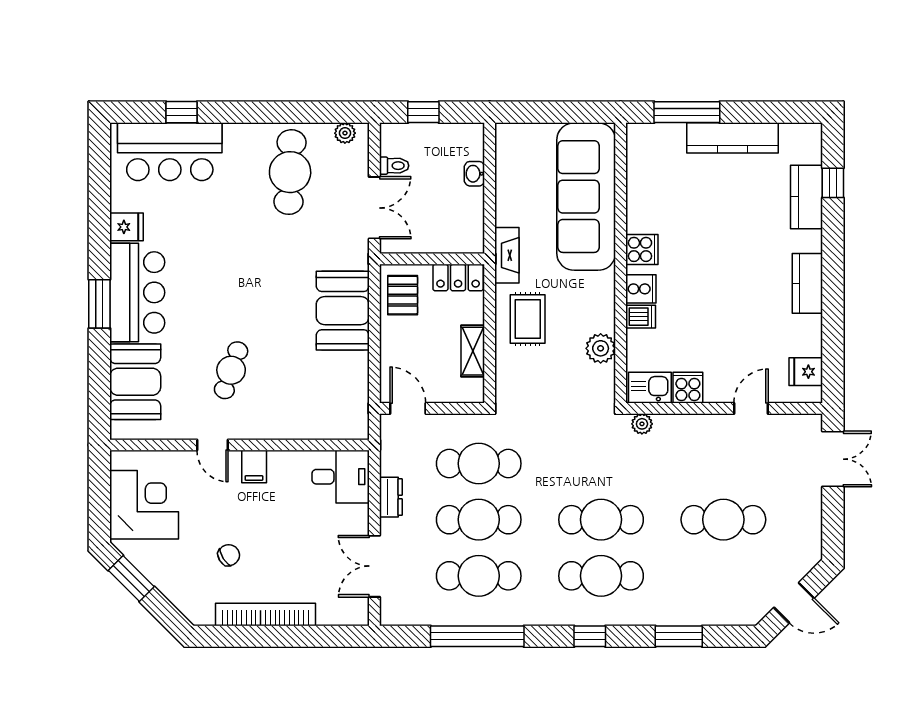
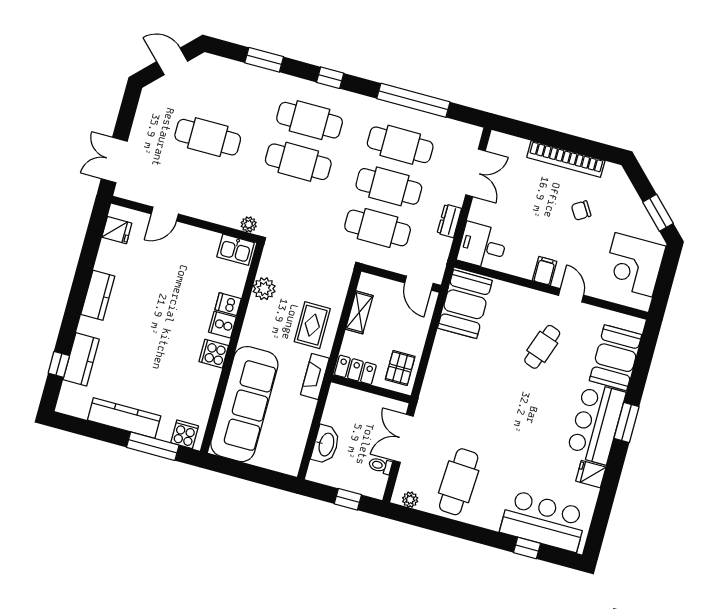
washbasin: (474, 174) -> (326, 444), width x1.91, depth x1.45
booth: (343, 311) -> (465, 304), moved
cooker: (688, 388) -> (185, 434), moved, turned 180

